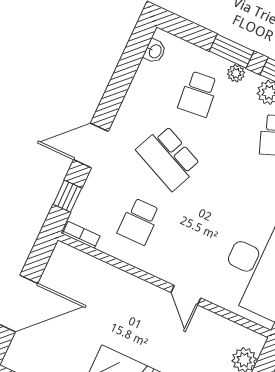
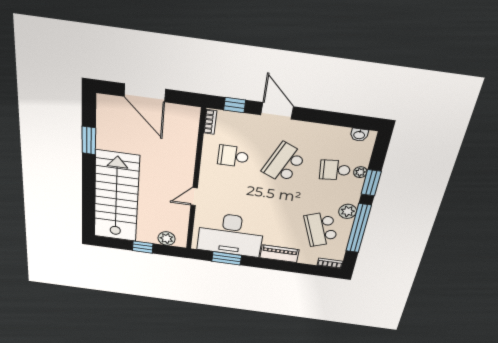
plant: (236, 73) -> (360, 172), moved

